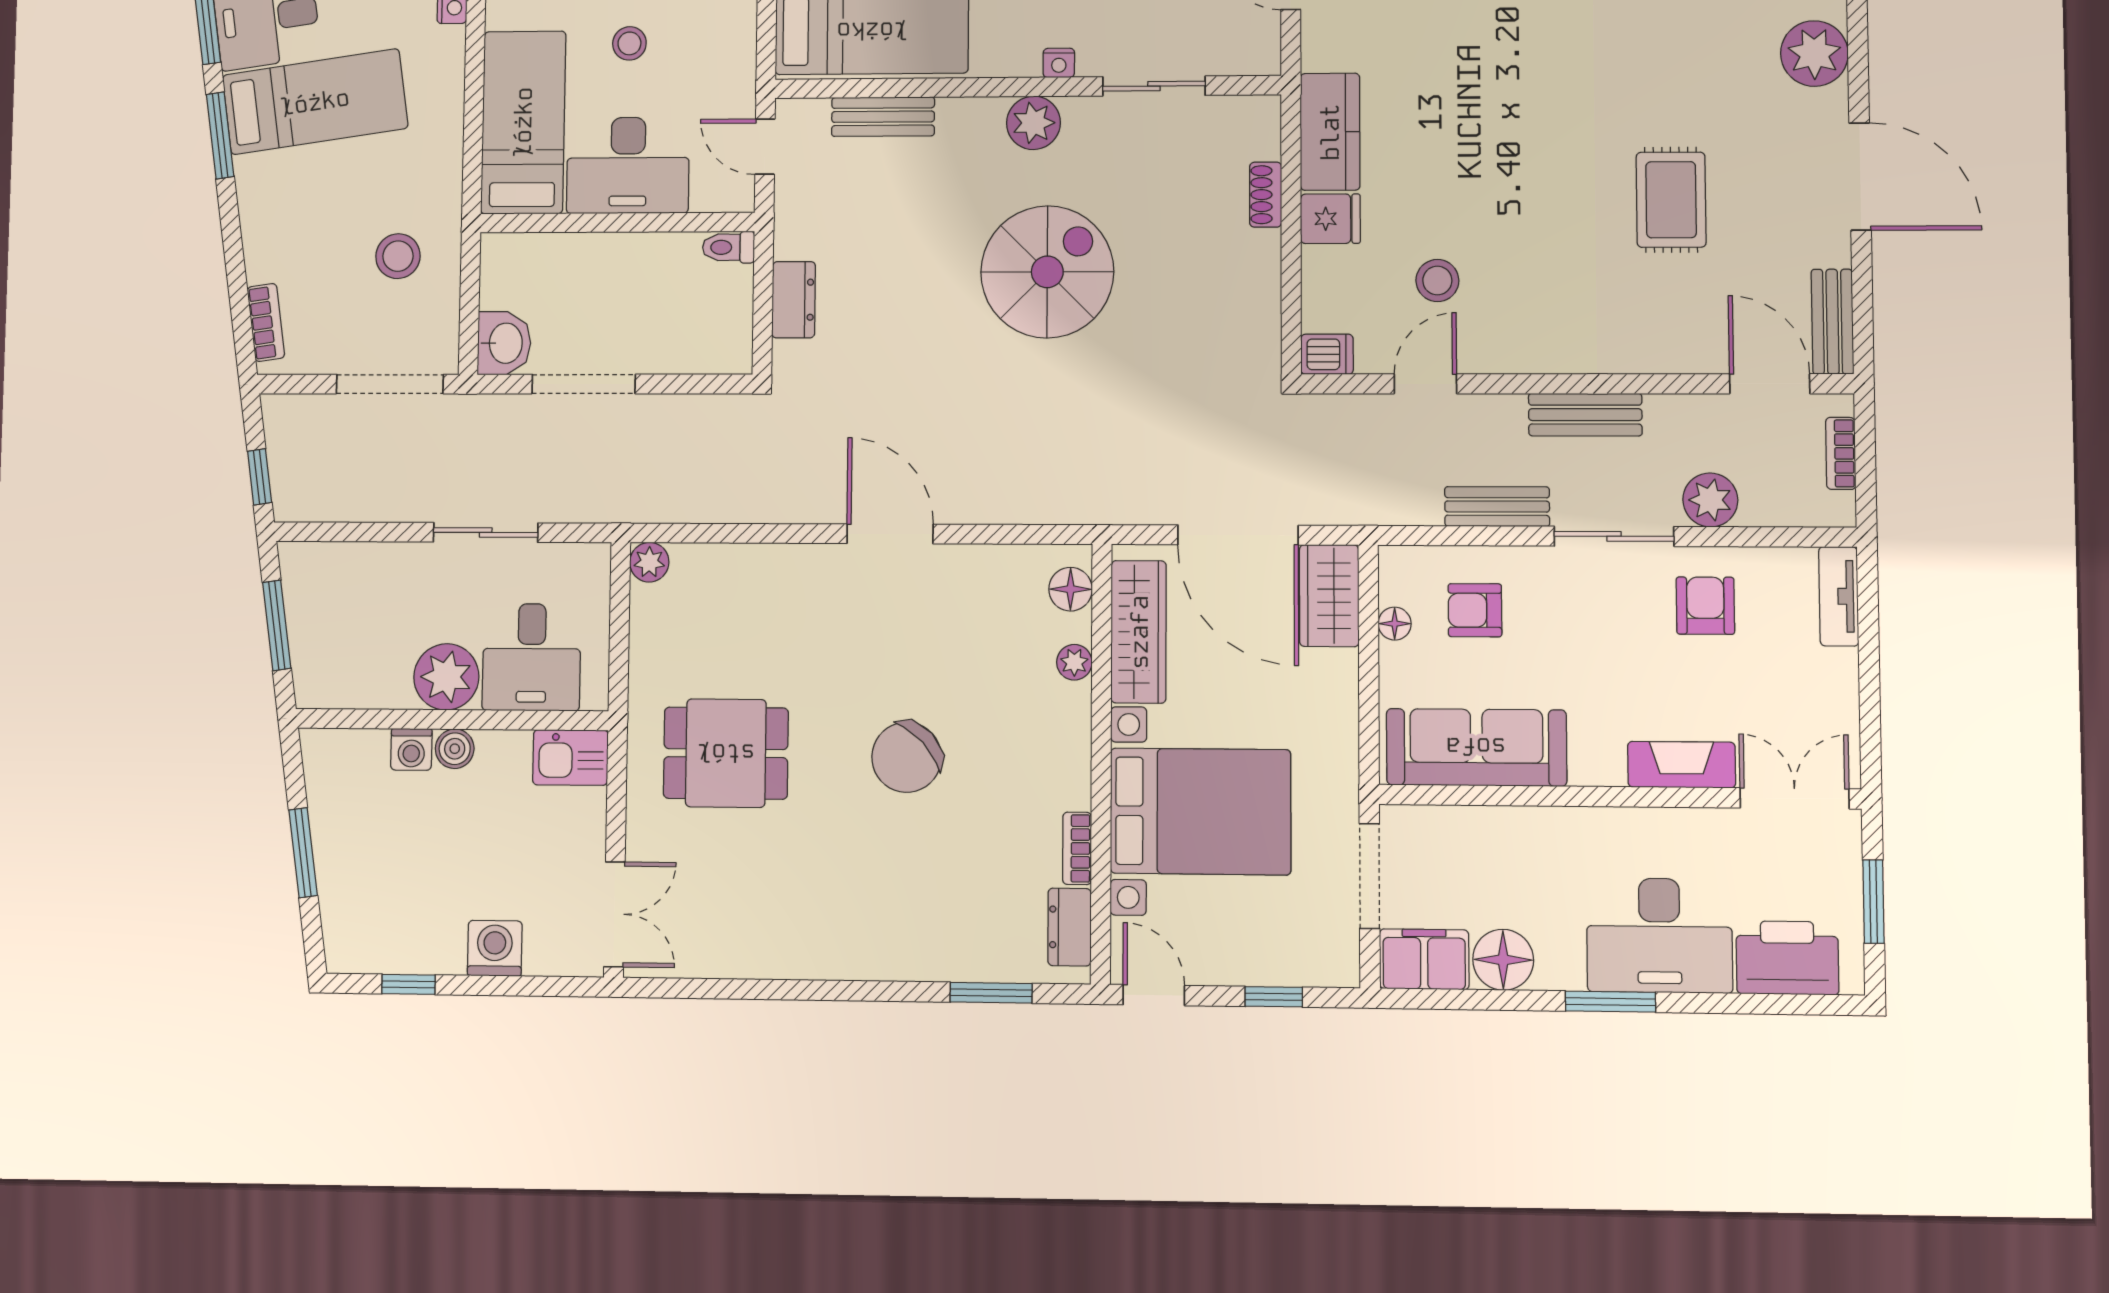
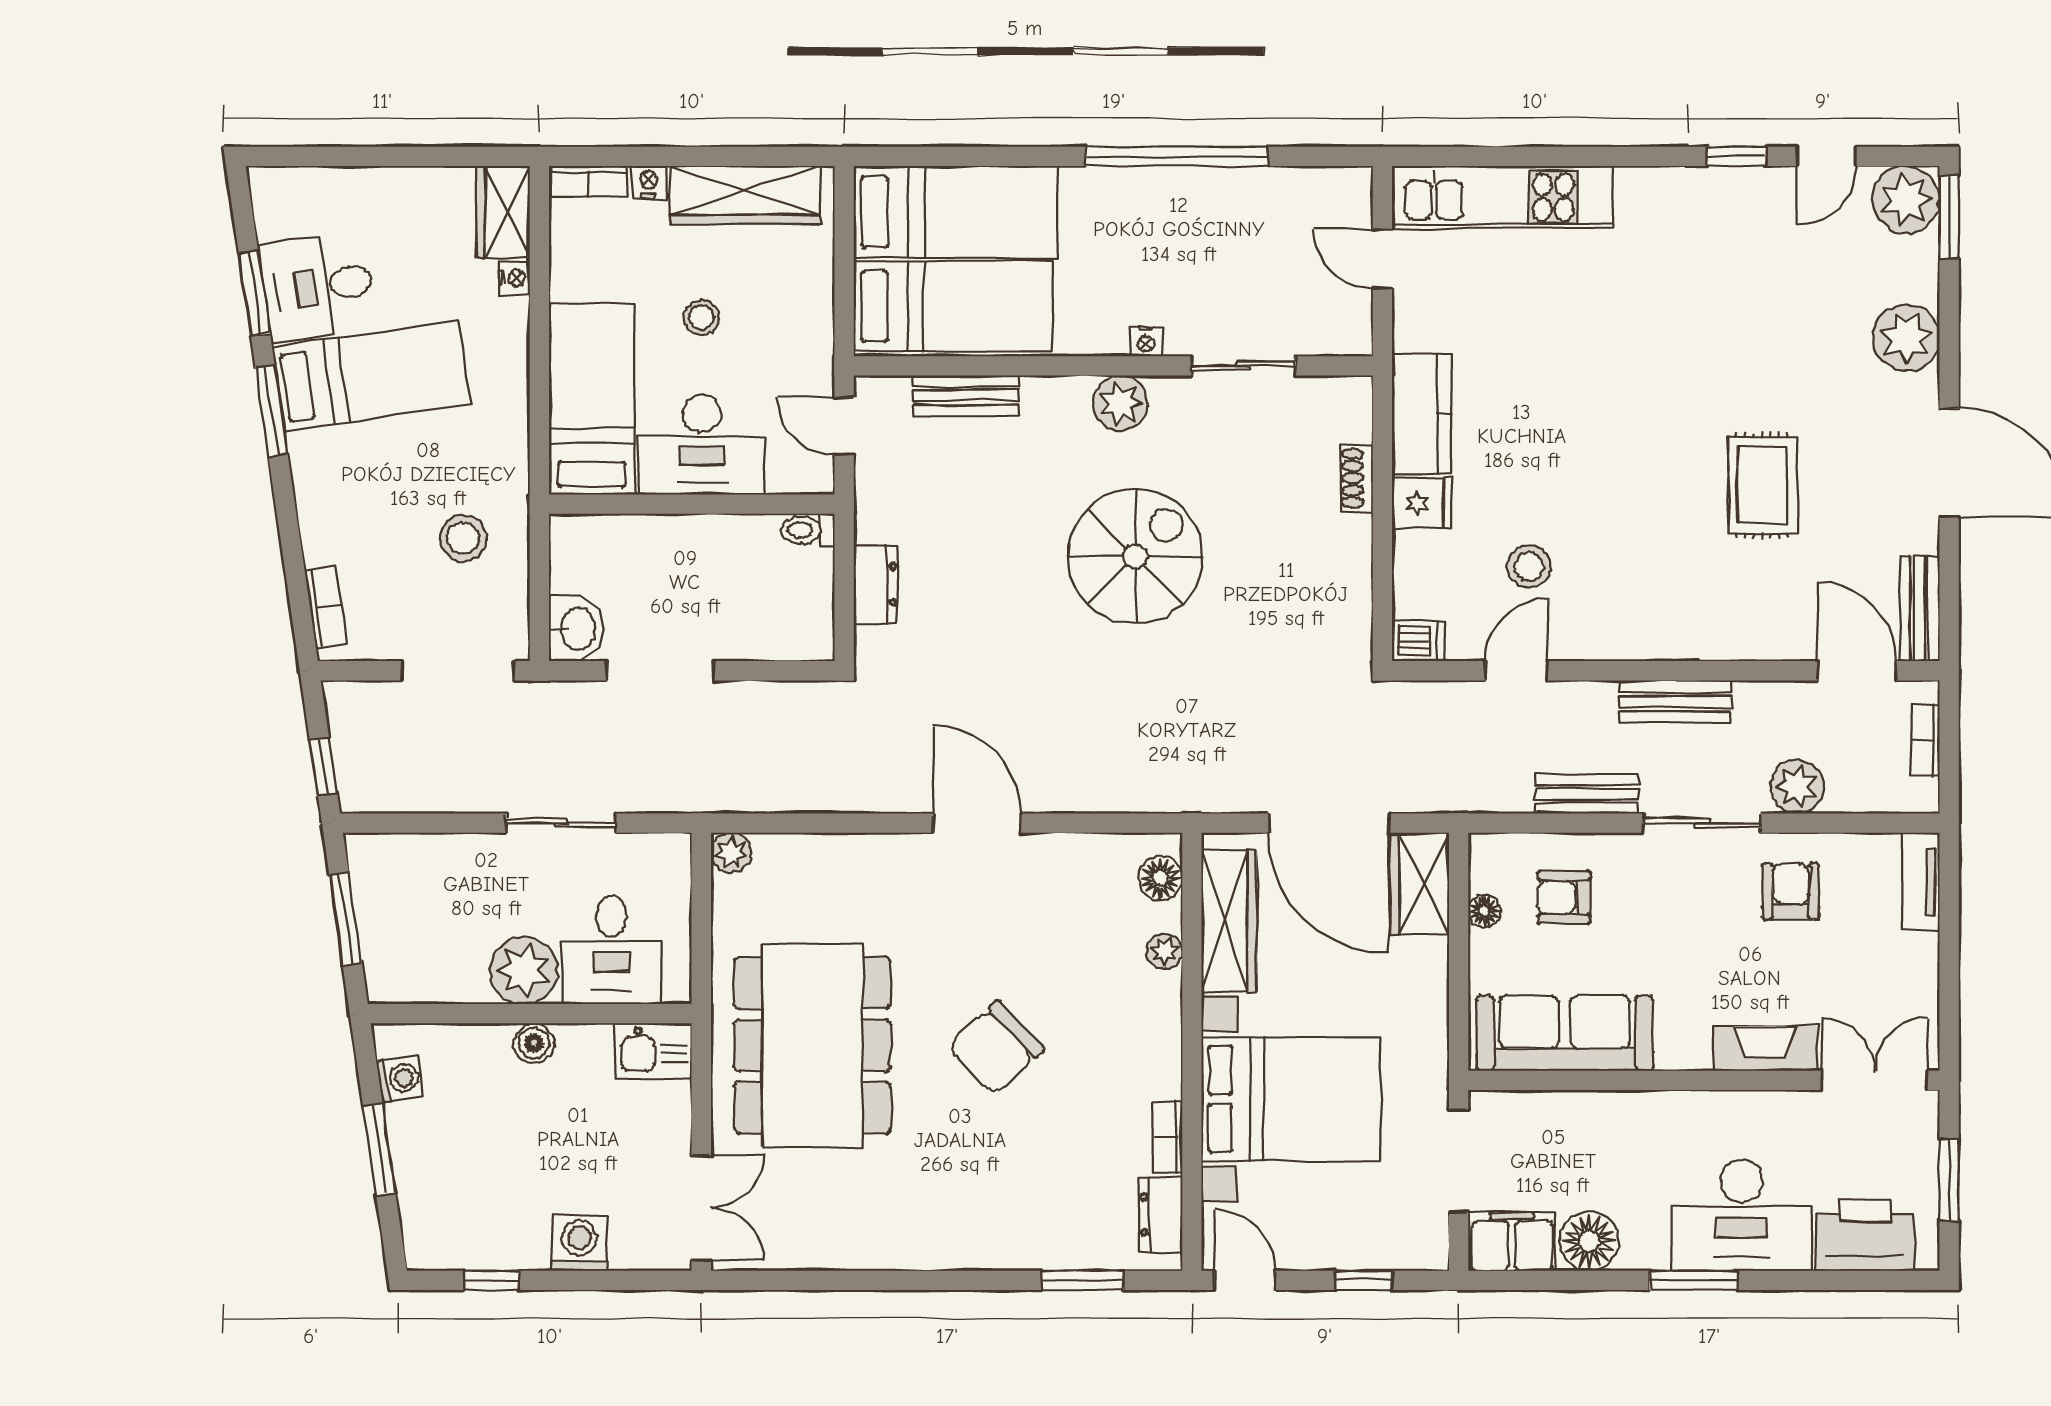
washing machine: (411, 749) -> (400, 1079), moved, turned -98
dining table: (726, 753) -> (812, 1045), width x1.88, depth x1.24

